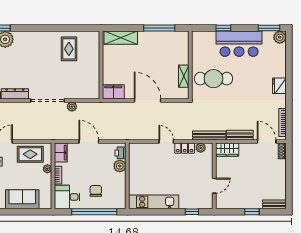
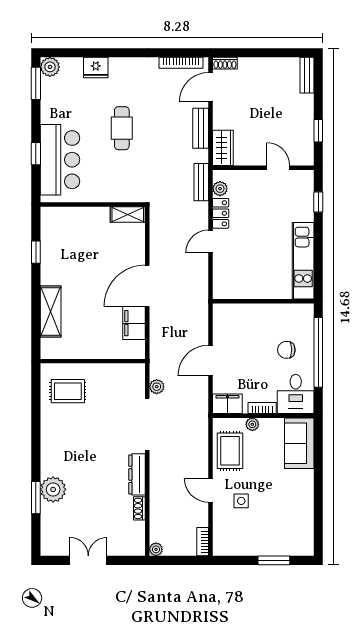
window: (159, 28) -> (36, 252), width x0.46
bar counter: (239, 44) -> (60, 160), moved
wall: (101, 65) -> (93, 361), moved
shelving: (184, 76) -> (128, 215), moved
cafe table: (213, 79) -> (122, 128), moved, width x0.73, depth x0.74
fridge: (279, 86) -> (96, 68), moved
door: (147, 100) -> (147, 286), moved
bench: (209, 136) -> (201, 182), width x0.73
printer: (121, 153) -> (228, 312), removed
plant: (120, 166) -> (248, 313), removed
sofa: (22, 199) -> (299, 443), moved
window: (252, 212) -> (318, 131), moved

